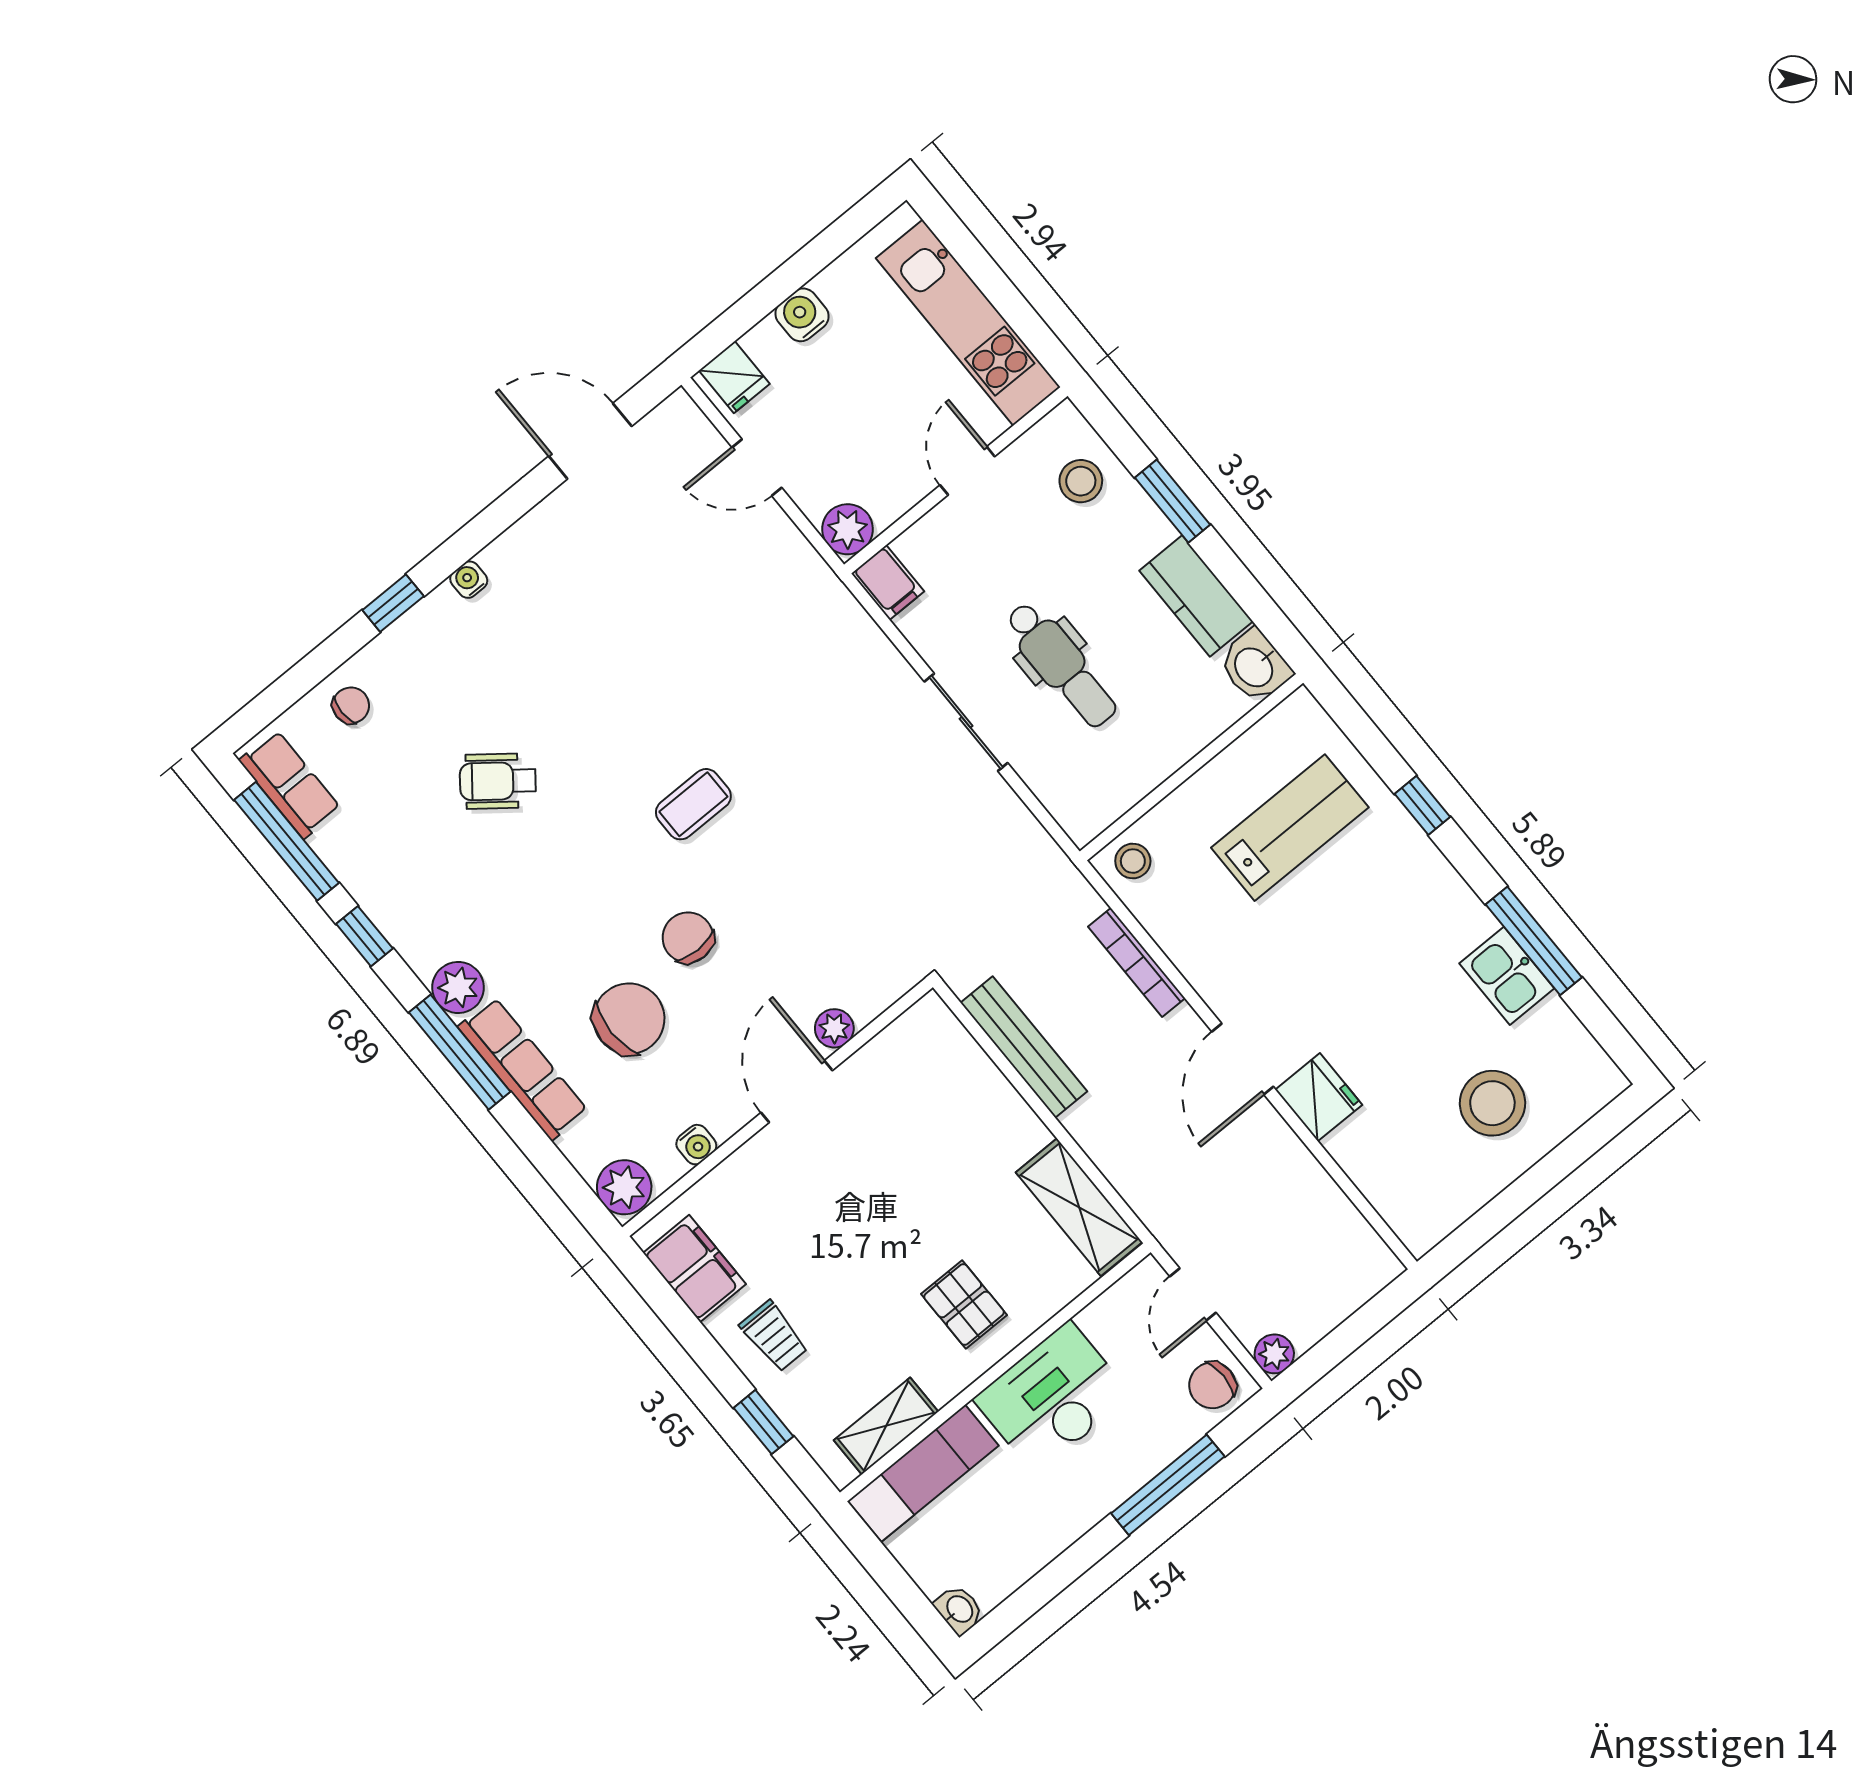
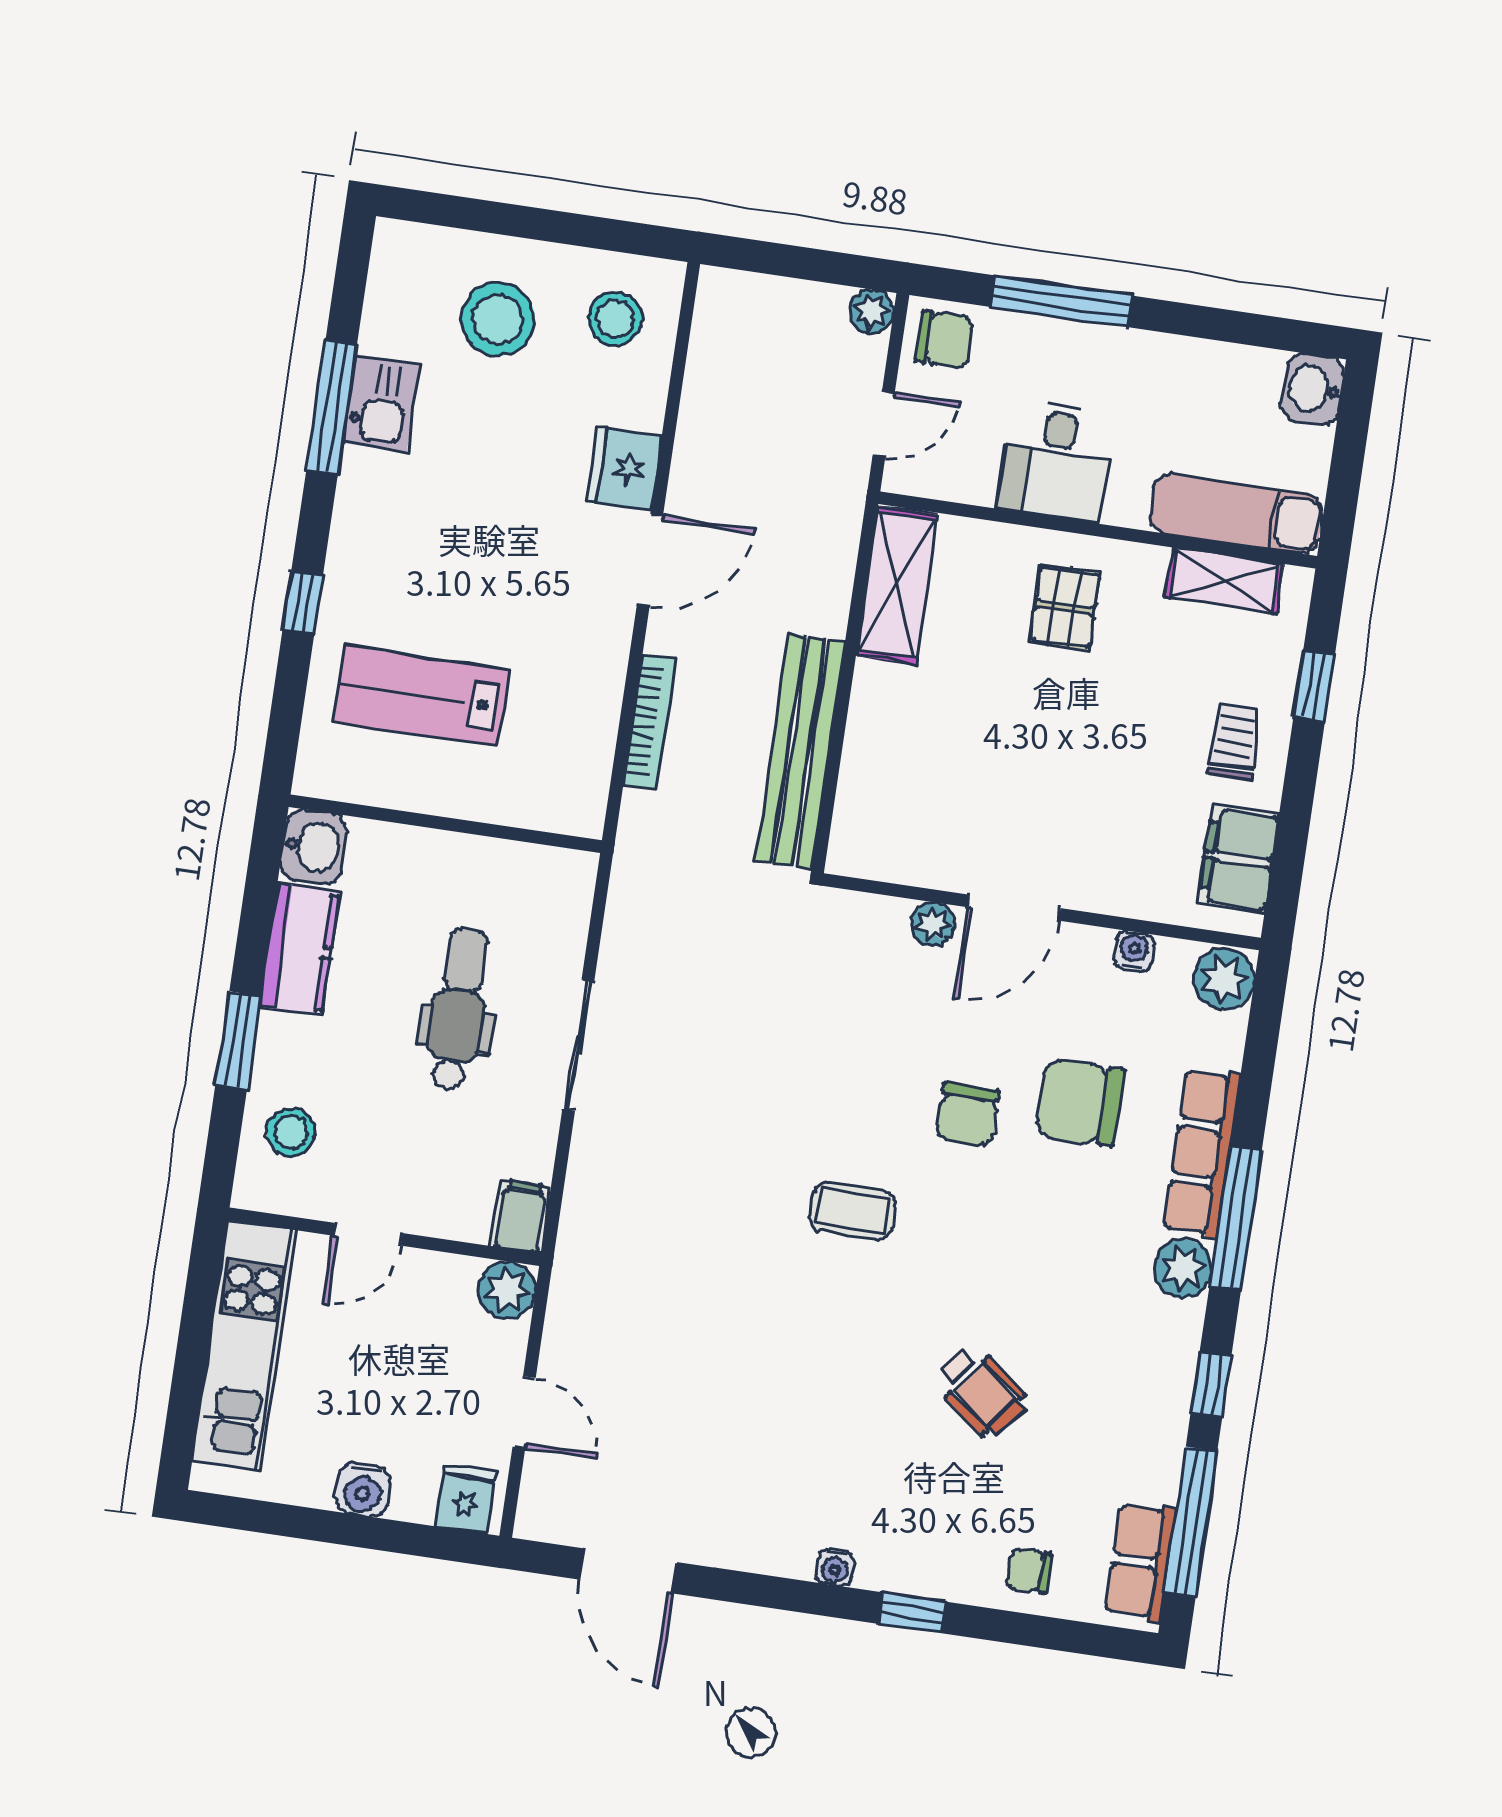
stool: (1133, 861) -> (615, 319), moved, width x1.37, depth x1.37
bench: (1024, 1047) -> (800, 751), width x1.37, depth x1.21
desk: (1052, 1397) -> (1056, 461), width x0.73
washbasin: (959, 1610) -> (1313, 389), width x1.38, depth x1.45

